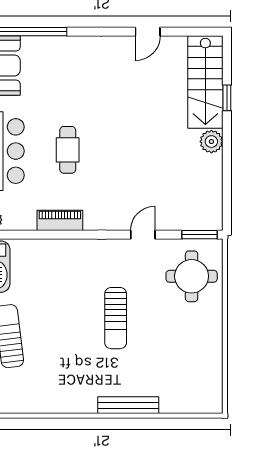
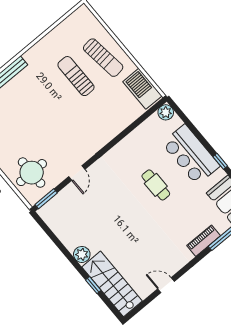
door: (148, 32) -> (166, 285), hinge flipped
piano: (60, 220) -> (204, 241), moved, turned 180
sun lounger: (116, 318) -> (76, 76), moved

